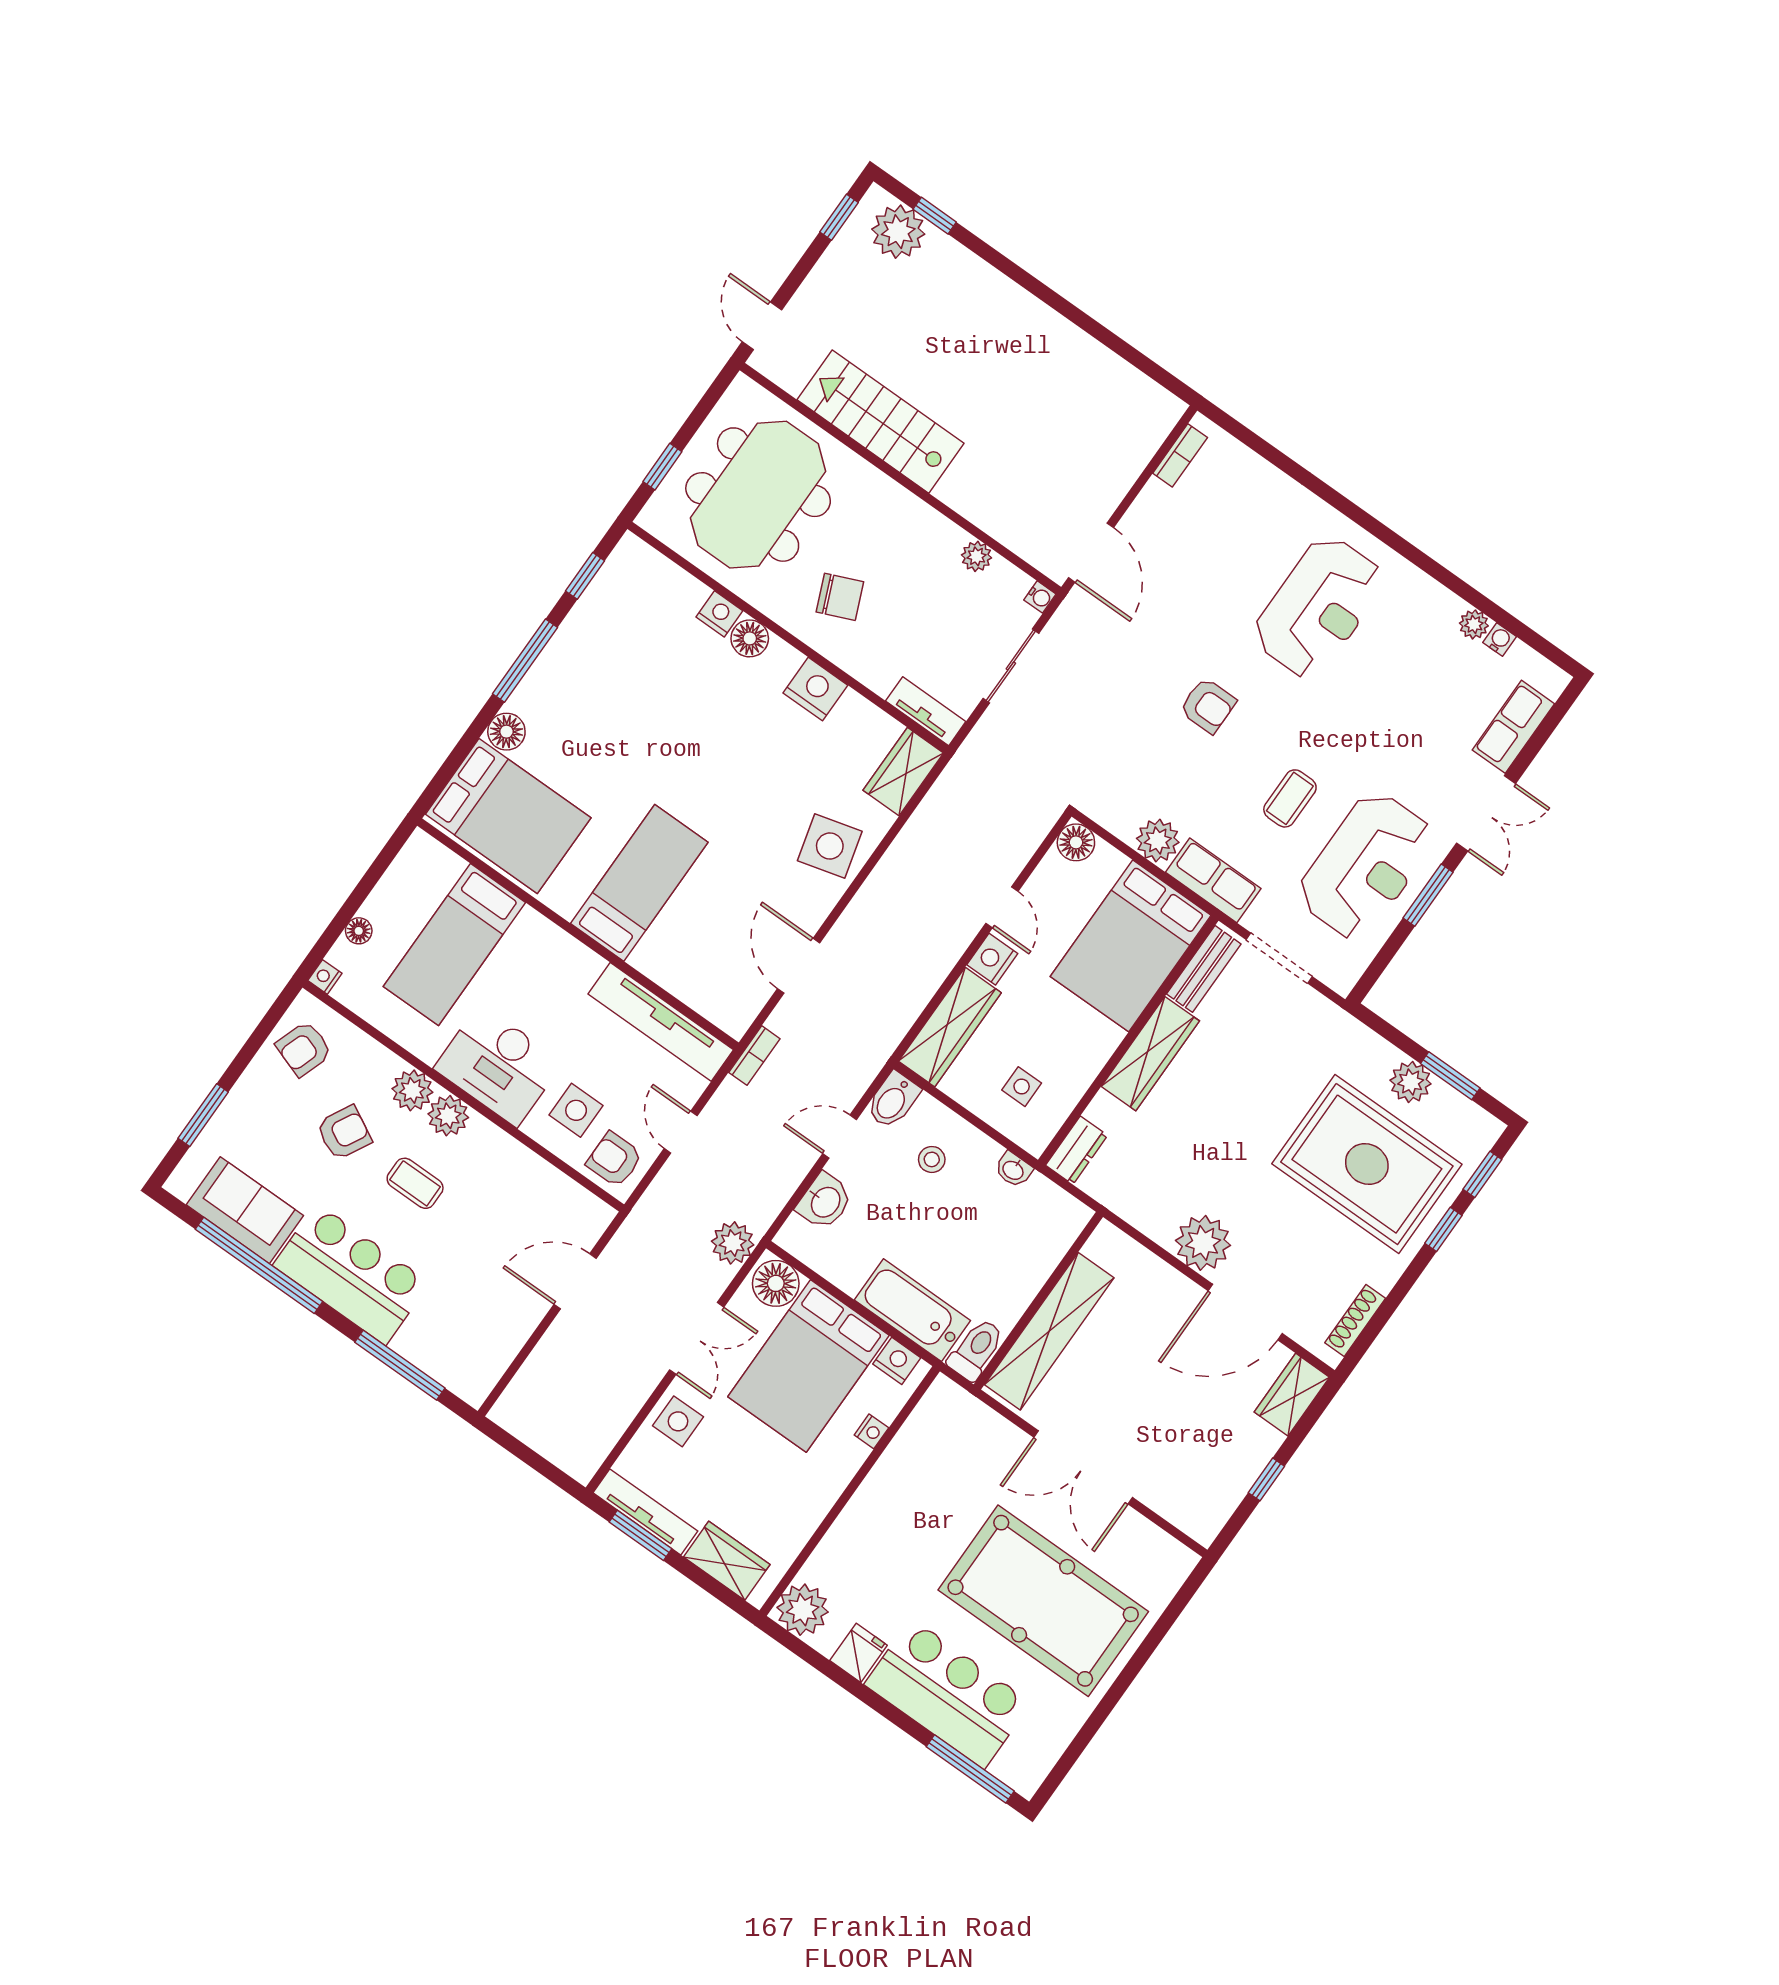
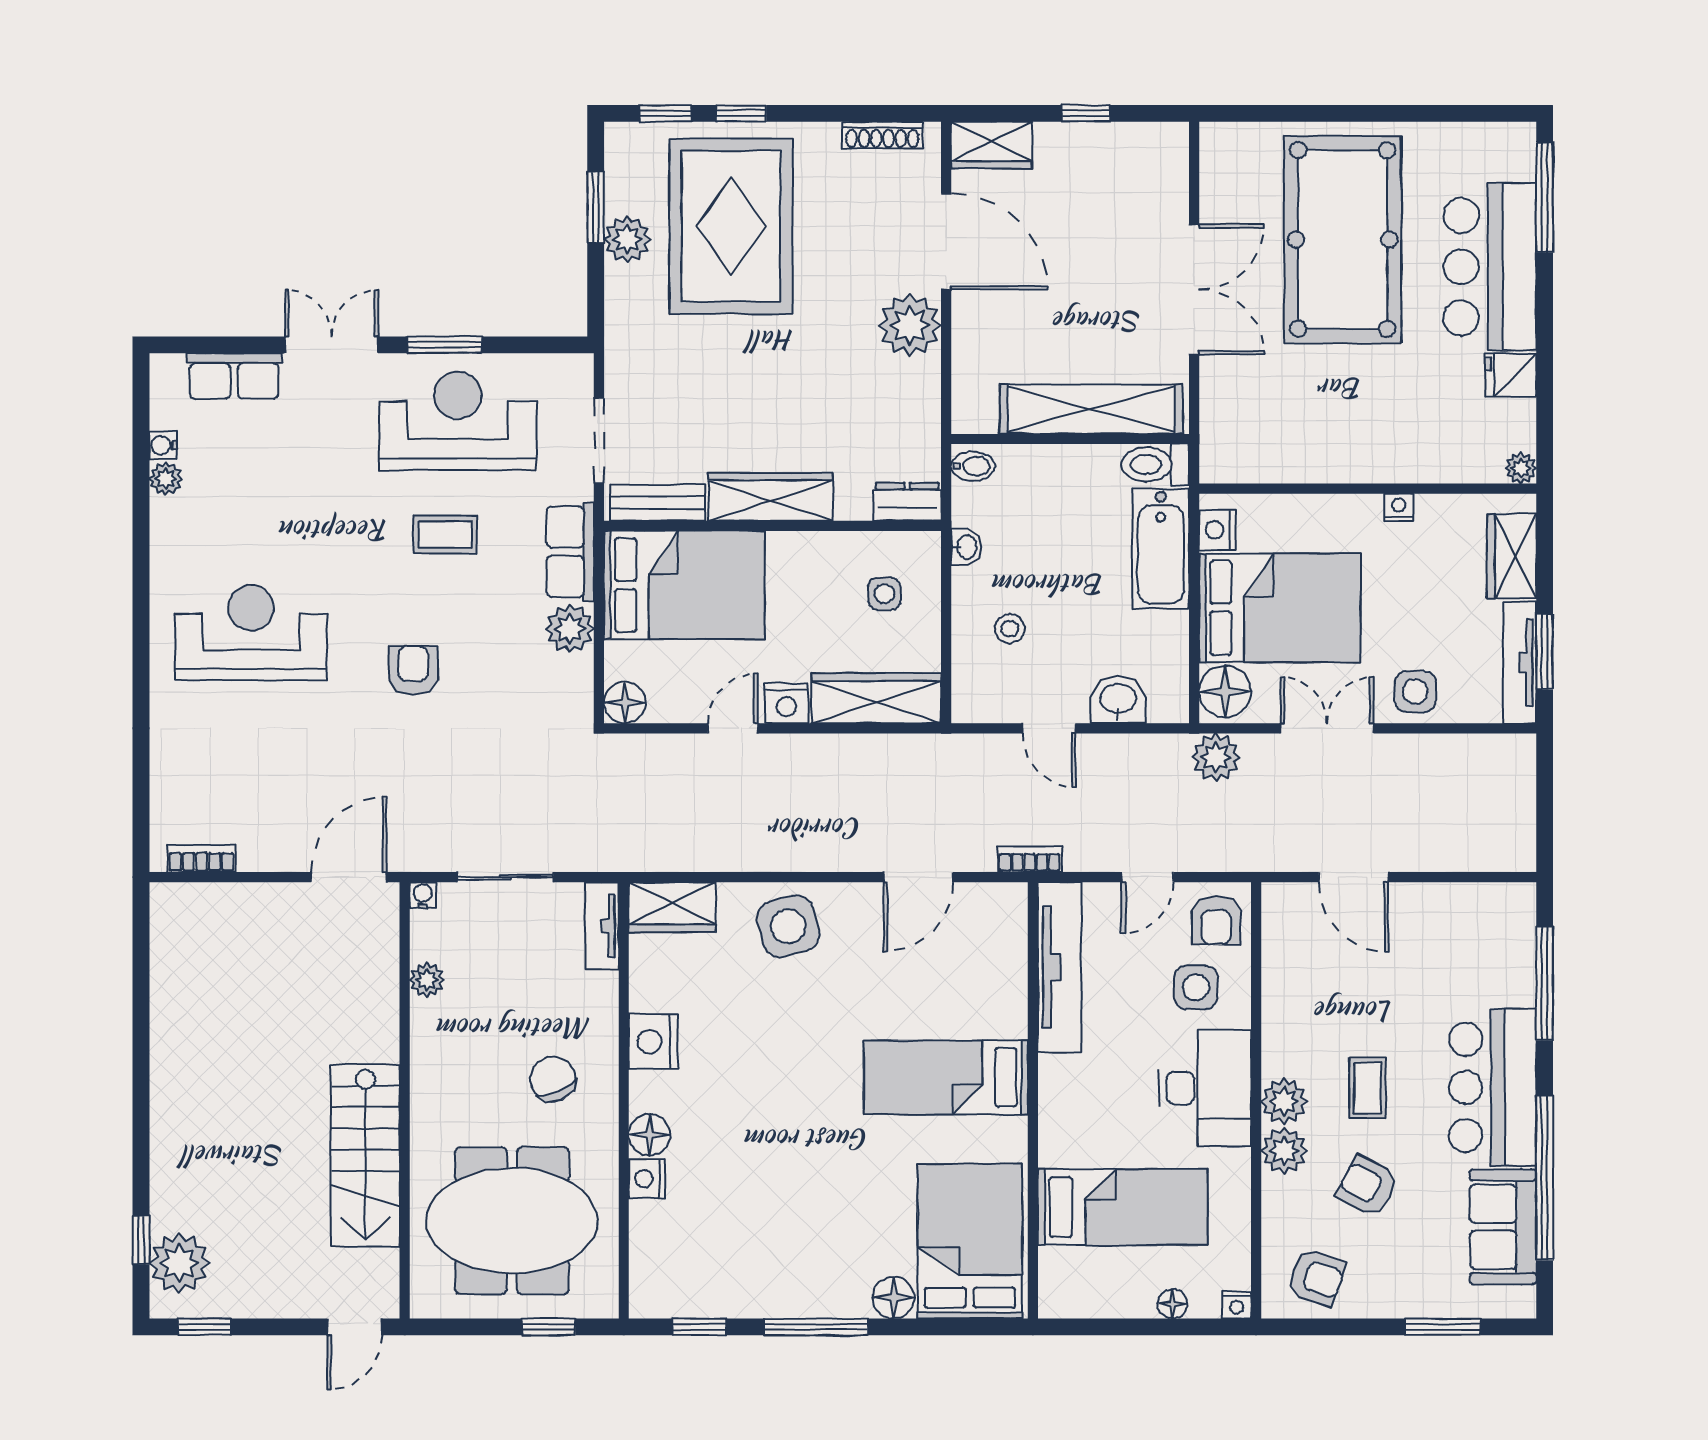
bidet: (893, 1100) -> (973, 466), moved, width x0.72, depth x0.74
nightstand: (871, 1431) -> (1399, 507), moved
plant: (803, 1610) -> (1521, 468), width x0.53, depth x0.53

